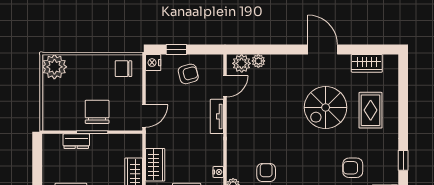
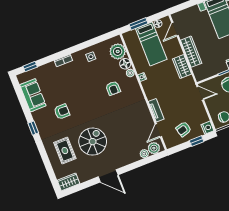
wardrobe: (367, 63) -> (69, 182), moved
door: (144, 116) -> (200, 93), swing flipped

